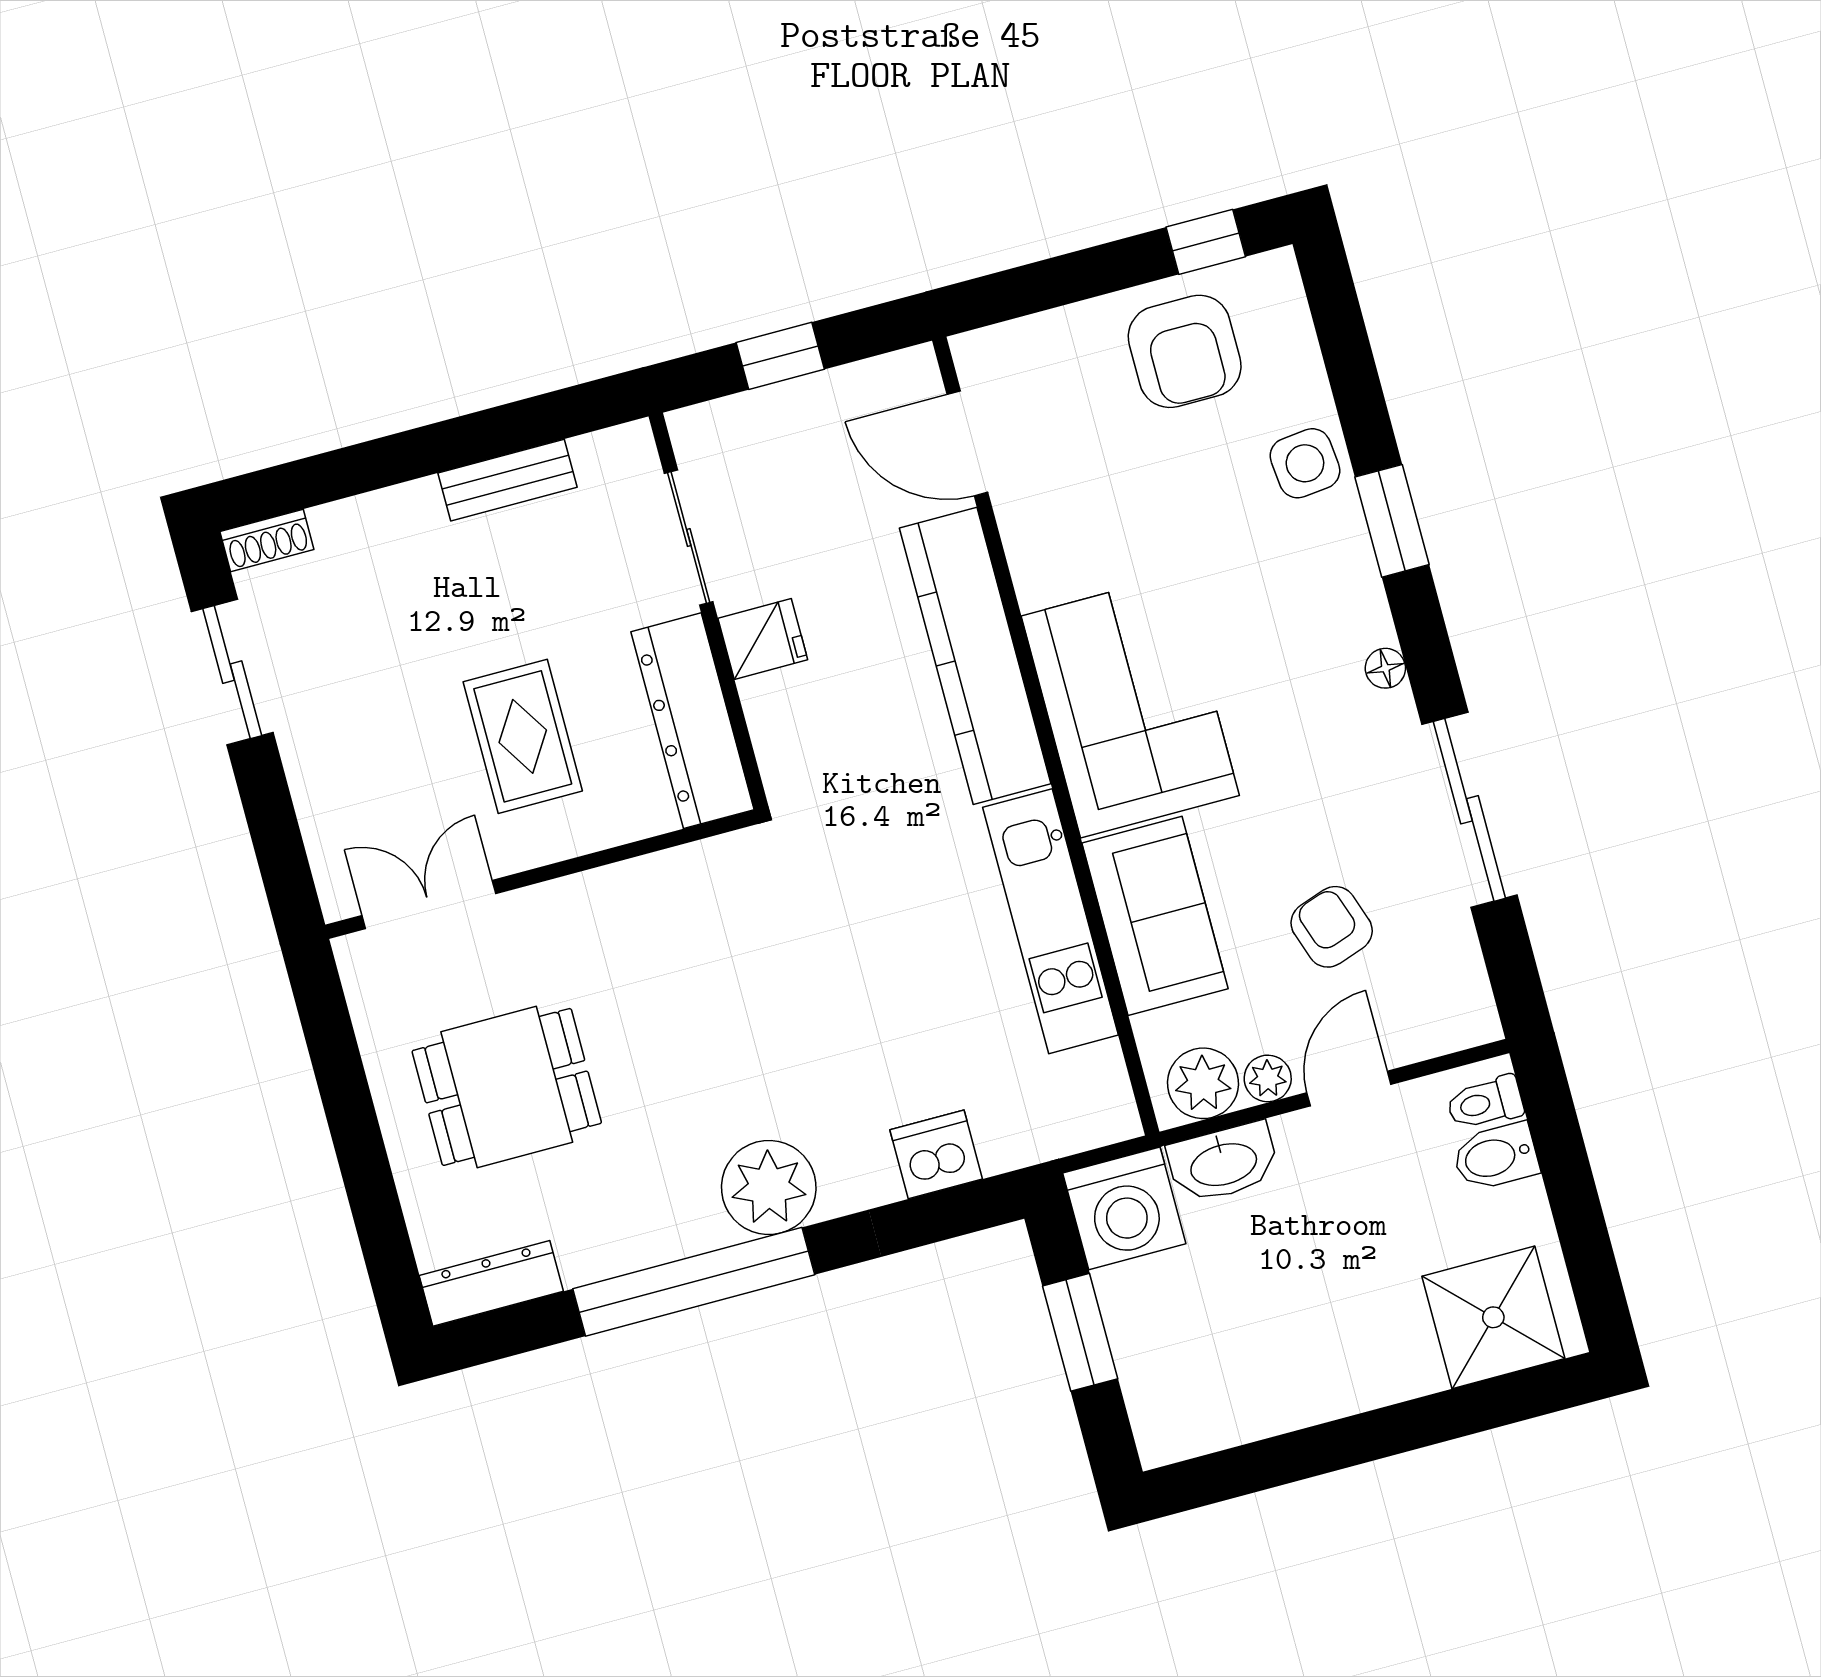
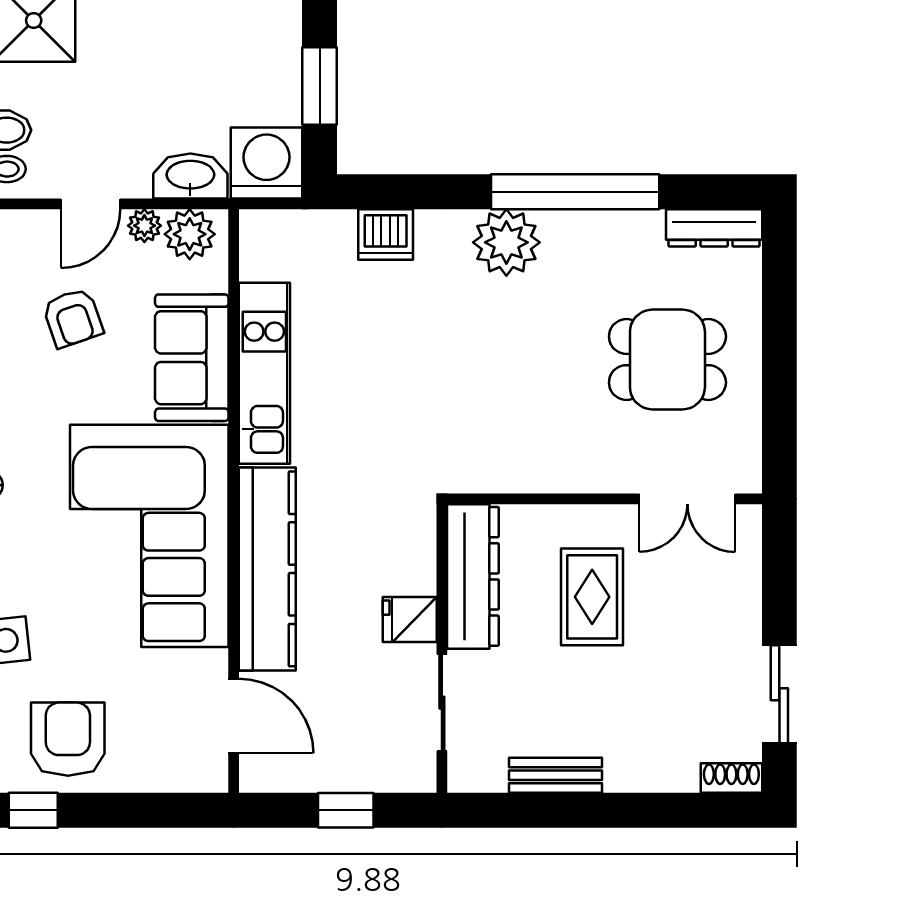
corner sofa: (1130, 706) -> (149, 536), width x1.36, depth x1.36

